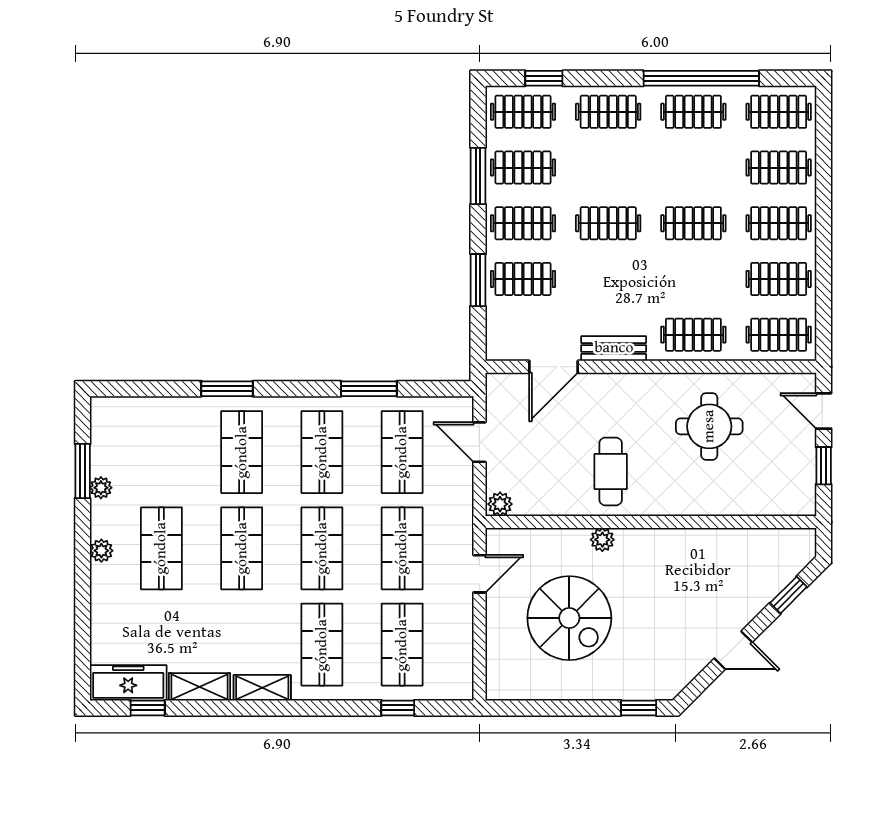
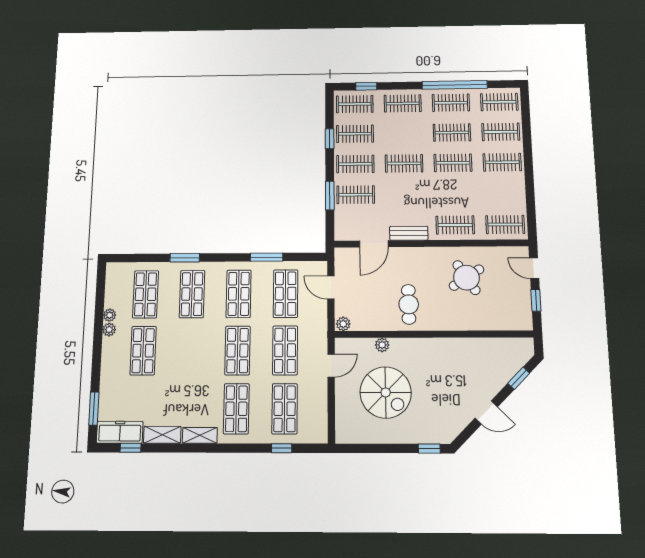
window: (478, 176) -> (330, 139), width x0.67
clothes rail: (779, 279) -> (452, 133), moved
round table: (709, 426) -> (466, 278), turned -33
window: (83, 471) -> (94, 409), moved
plant: (602, 540) -> (382, 345), moved
shop shelf: (242, 548) -> (146, 294), moved
plant: (101, 551) -> (109, 330), moved

